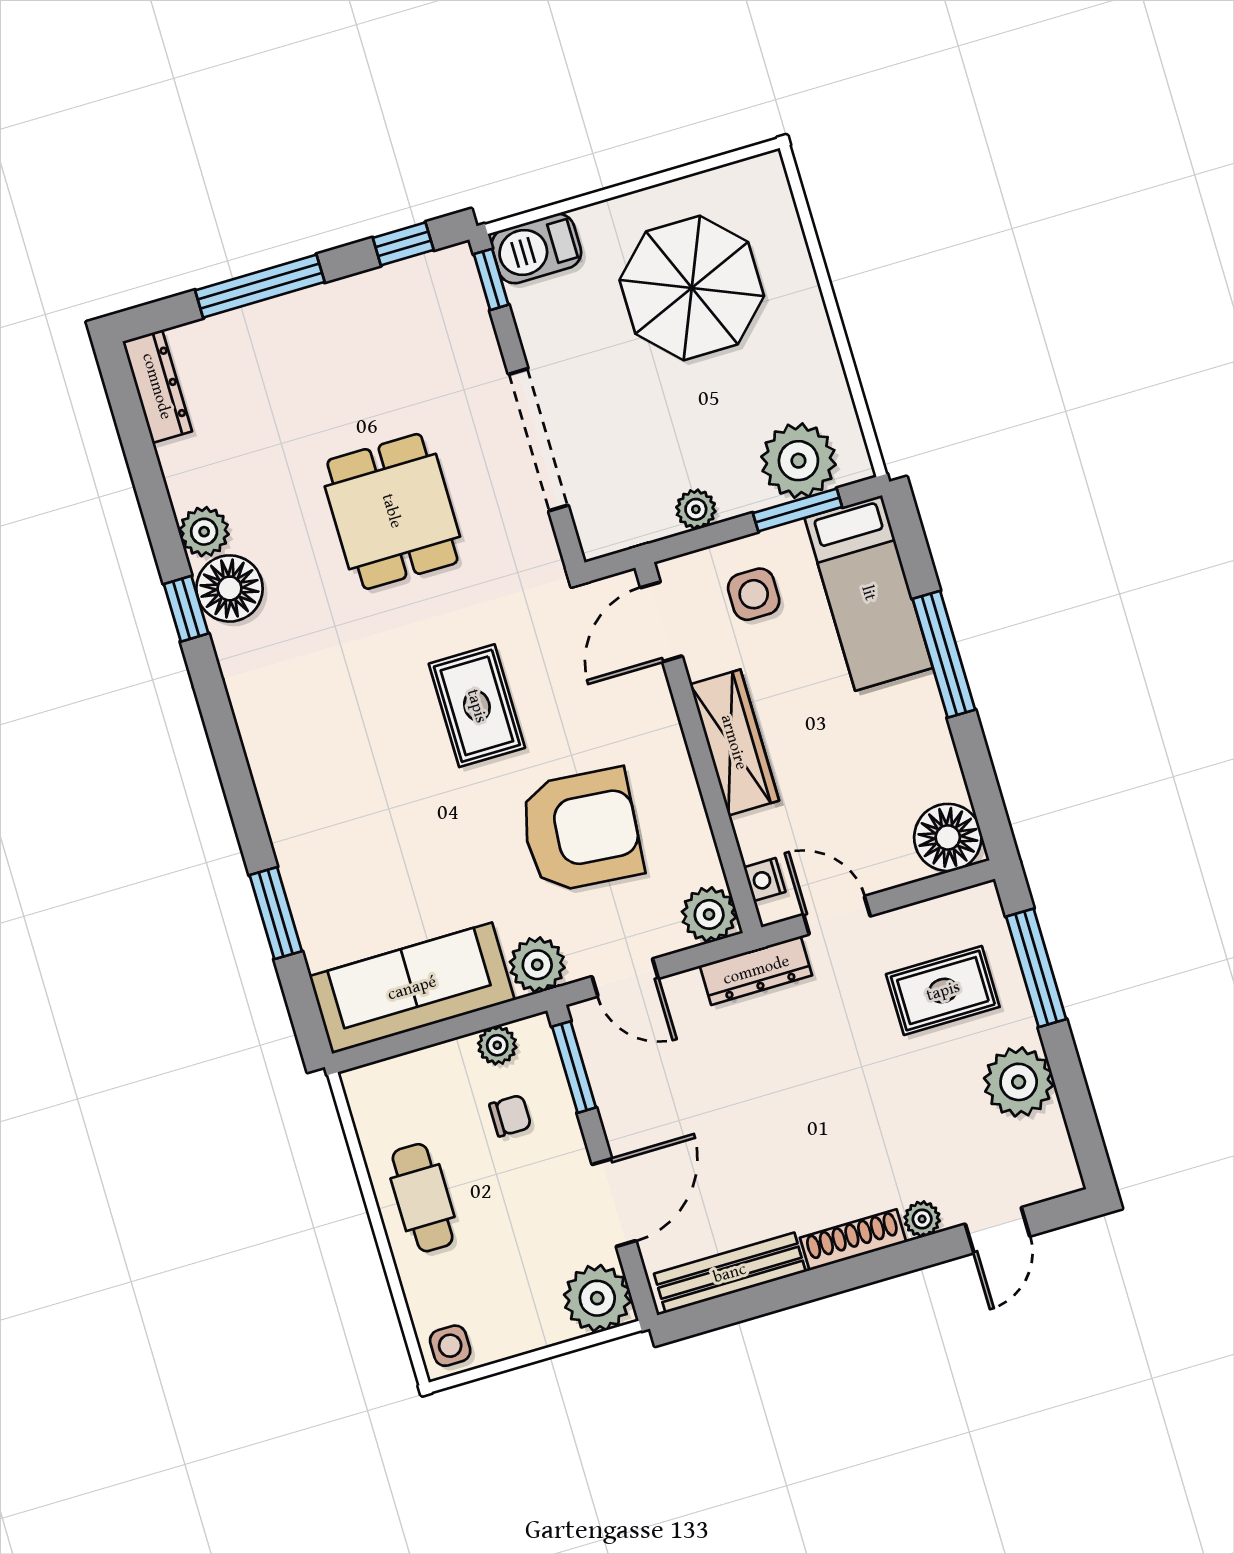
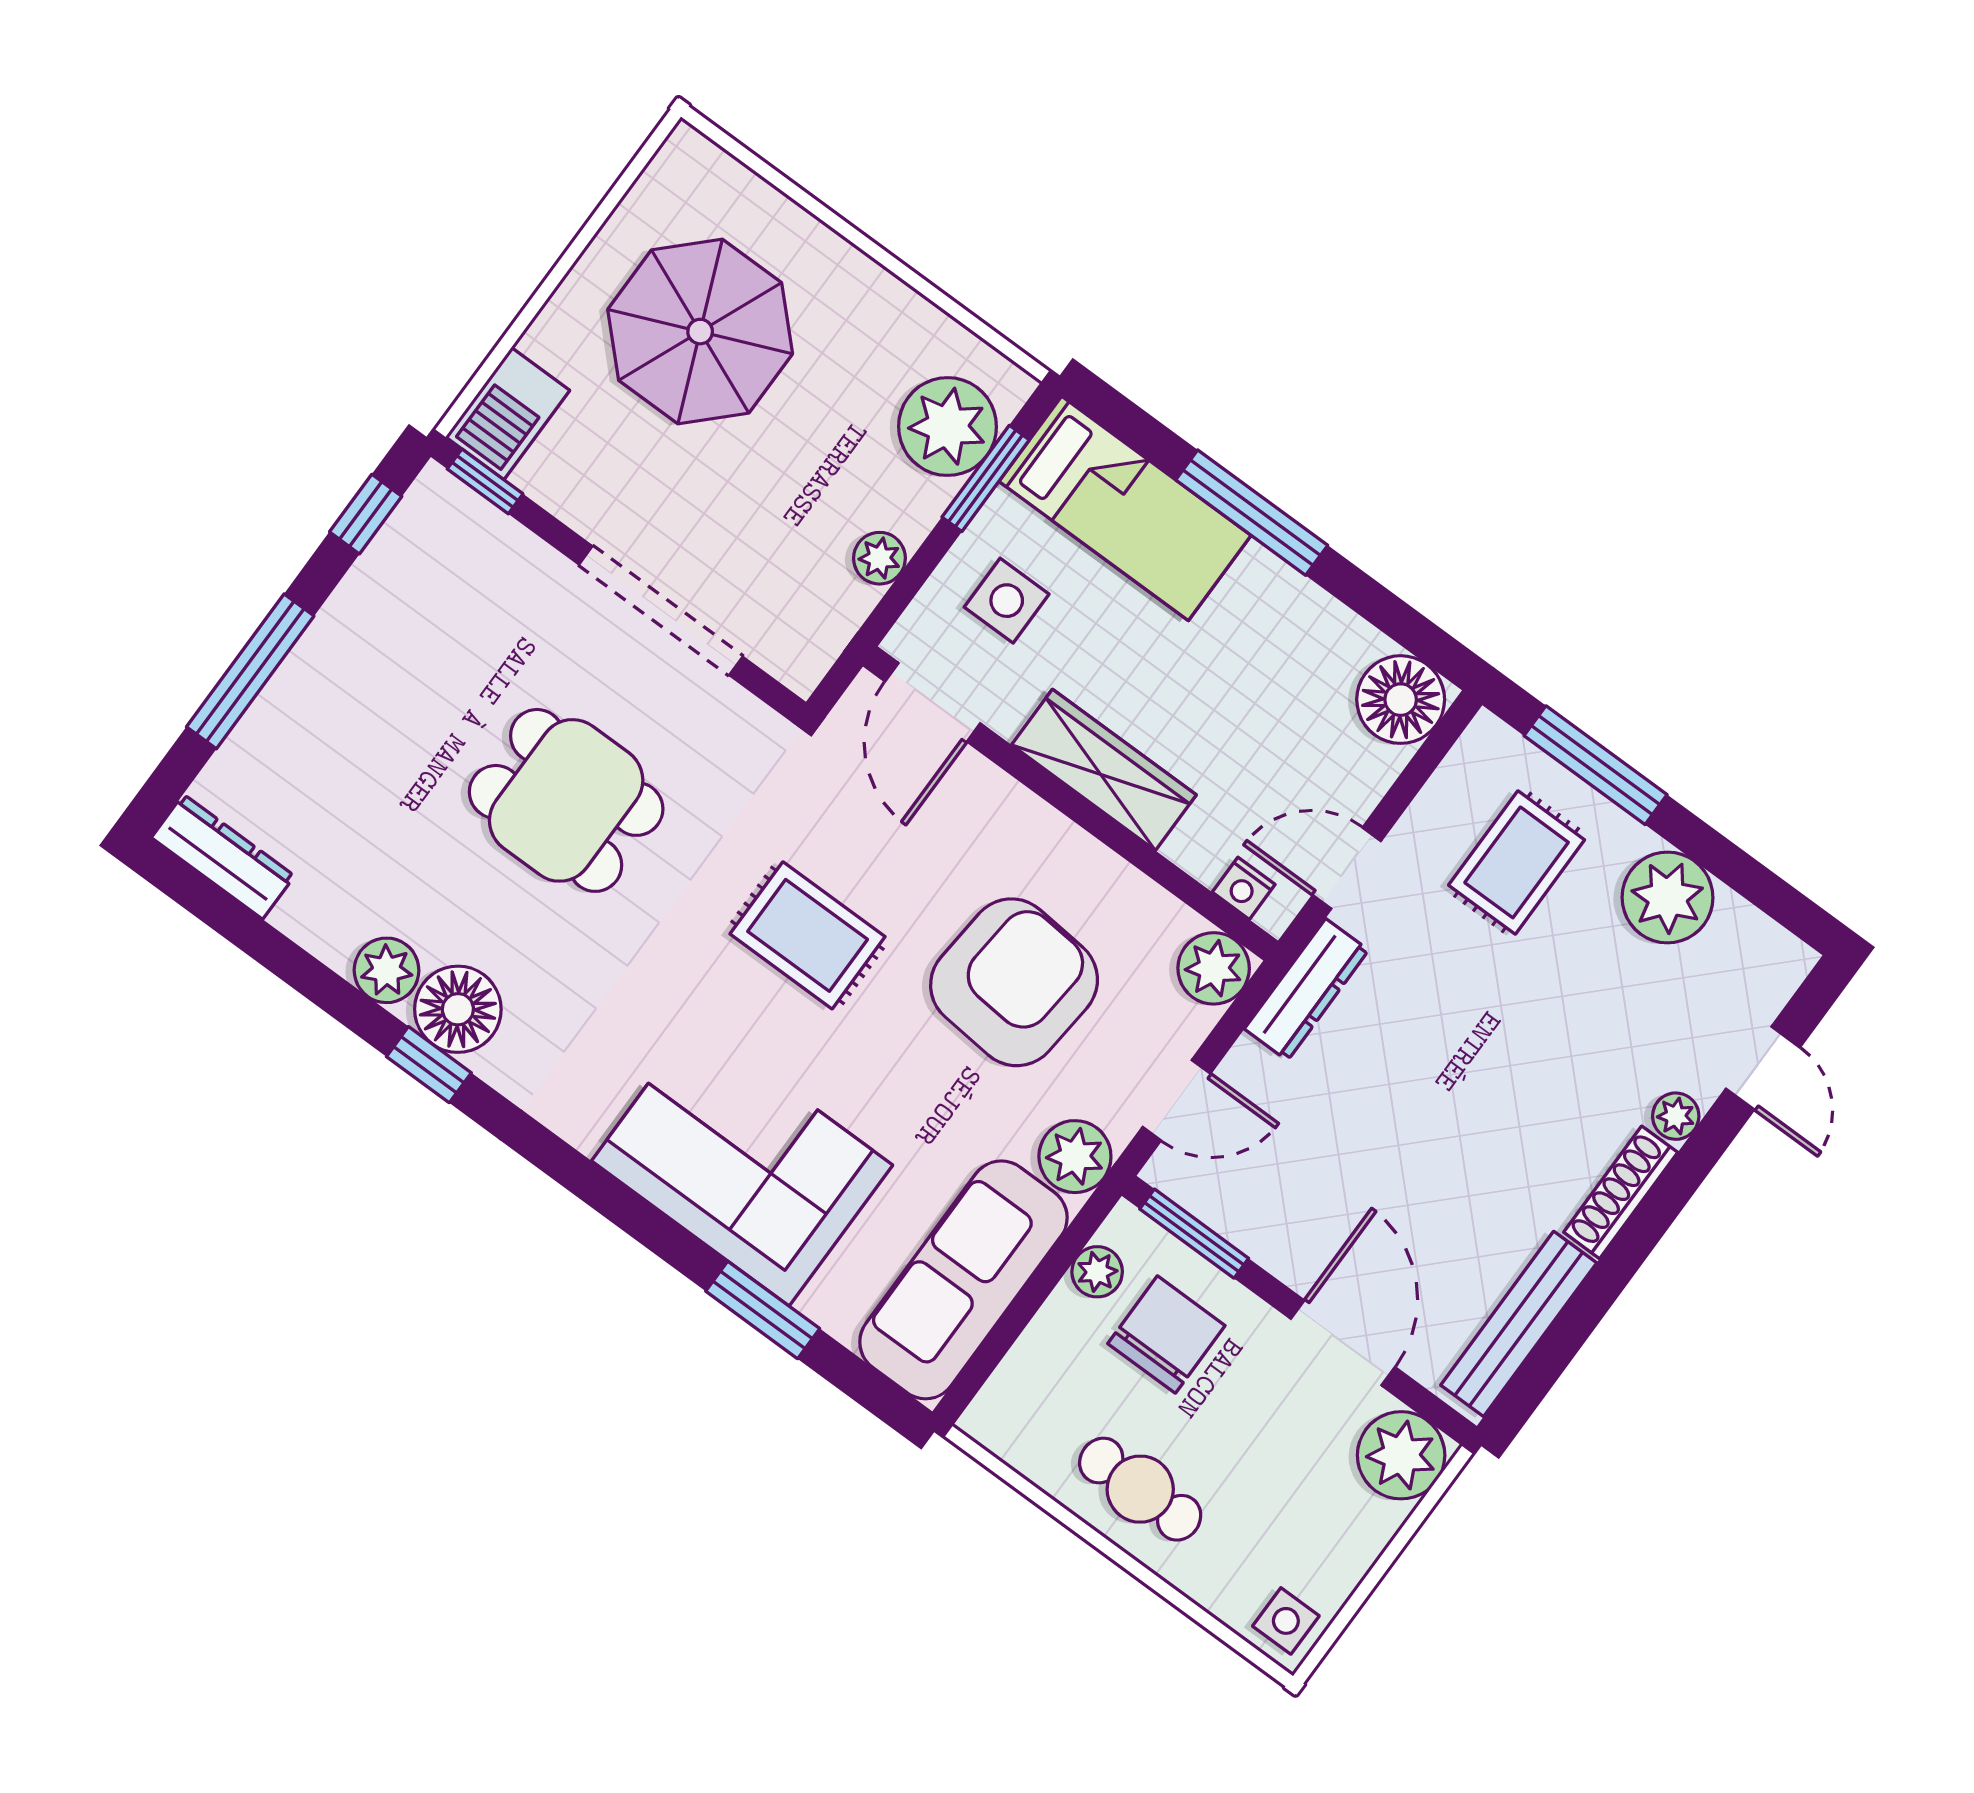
corner sofa: (331, 814) -> (742, 1163), added
chair: (510, 1116) -> (1166, 1335), width x1.87, depth x1.87

